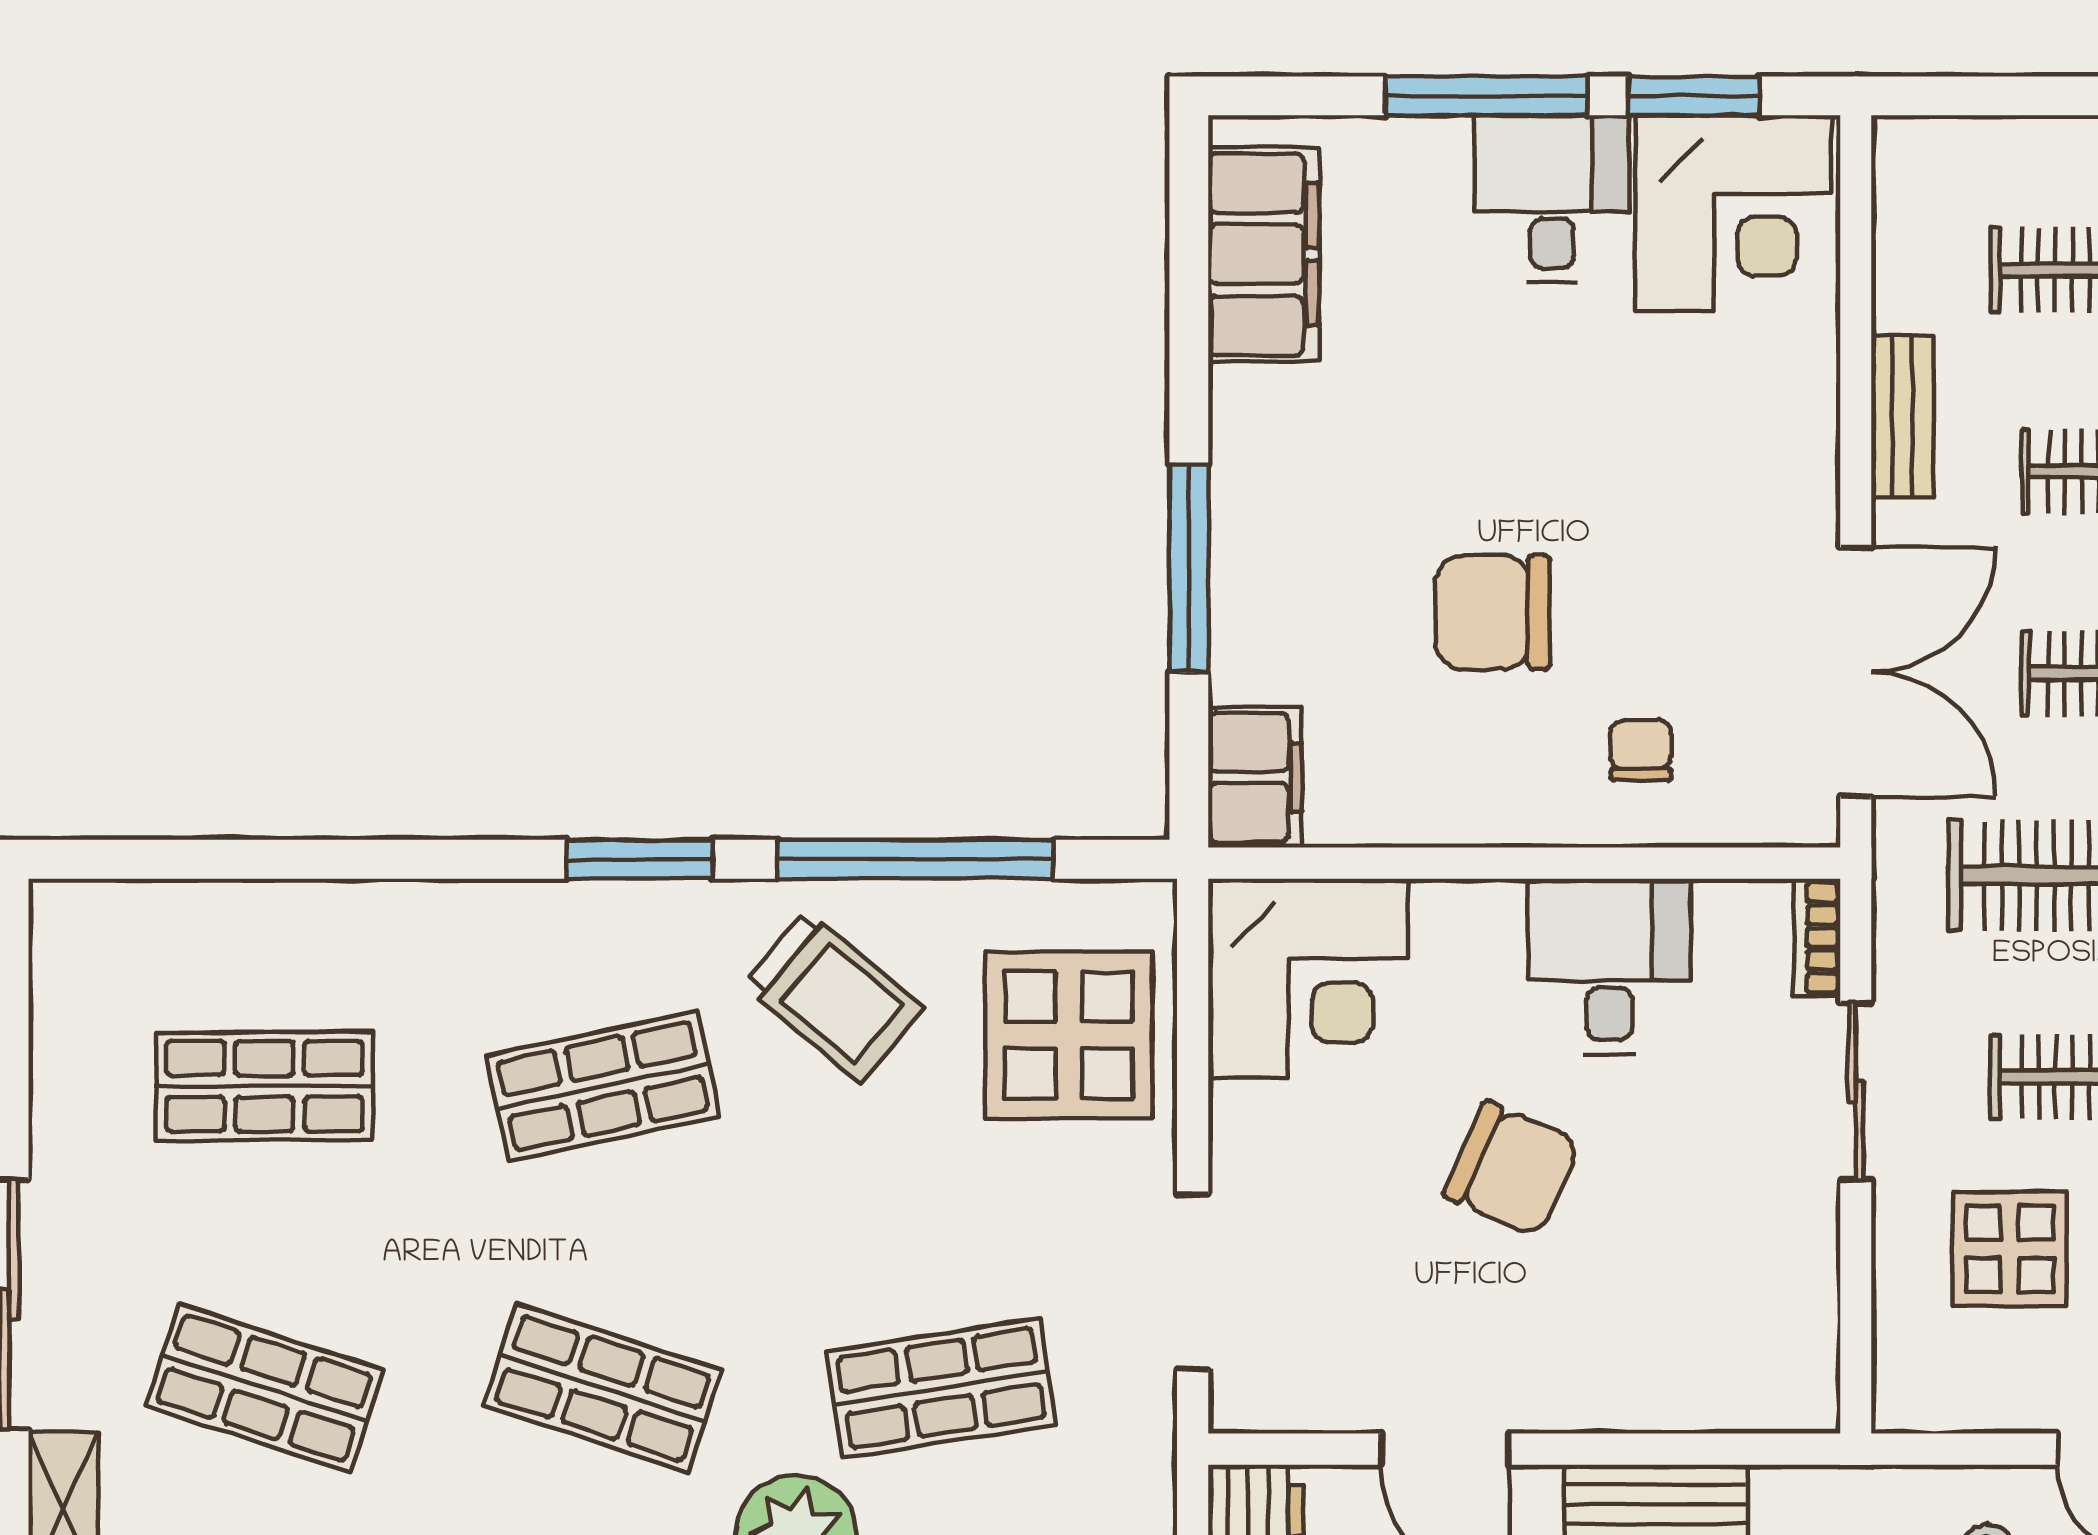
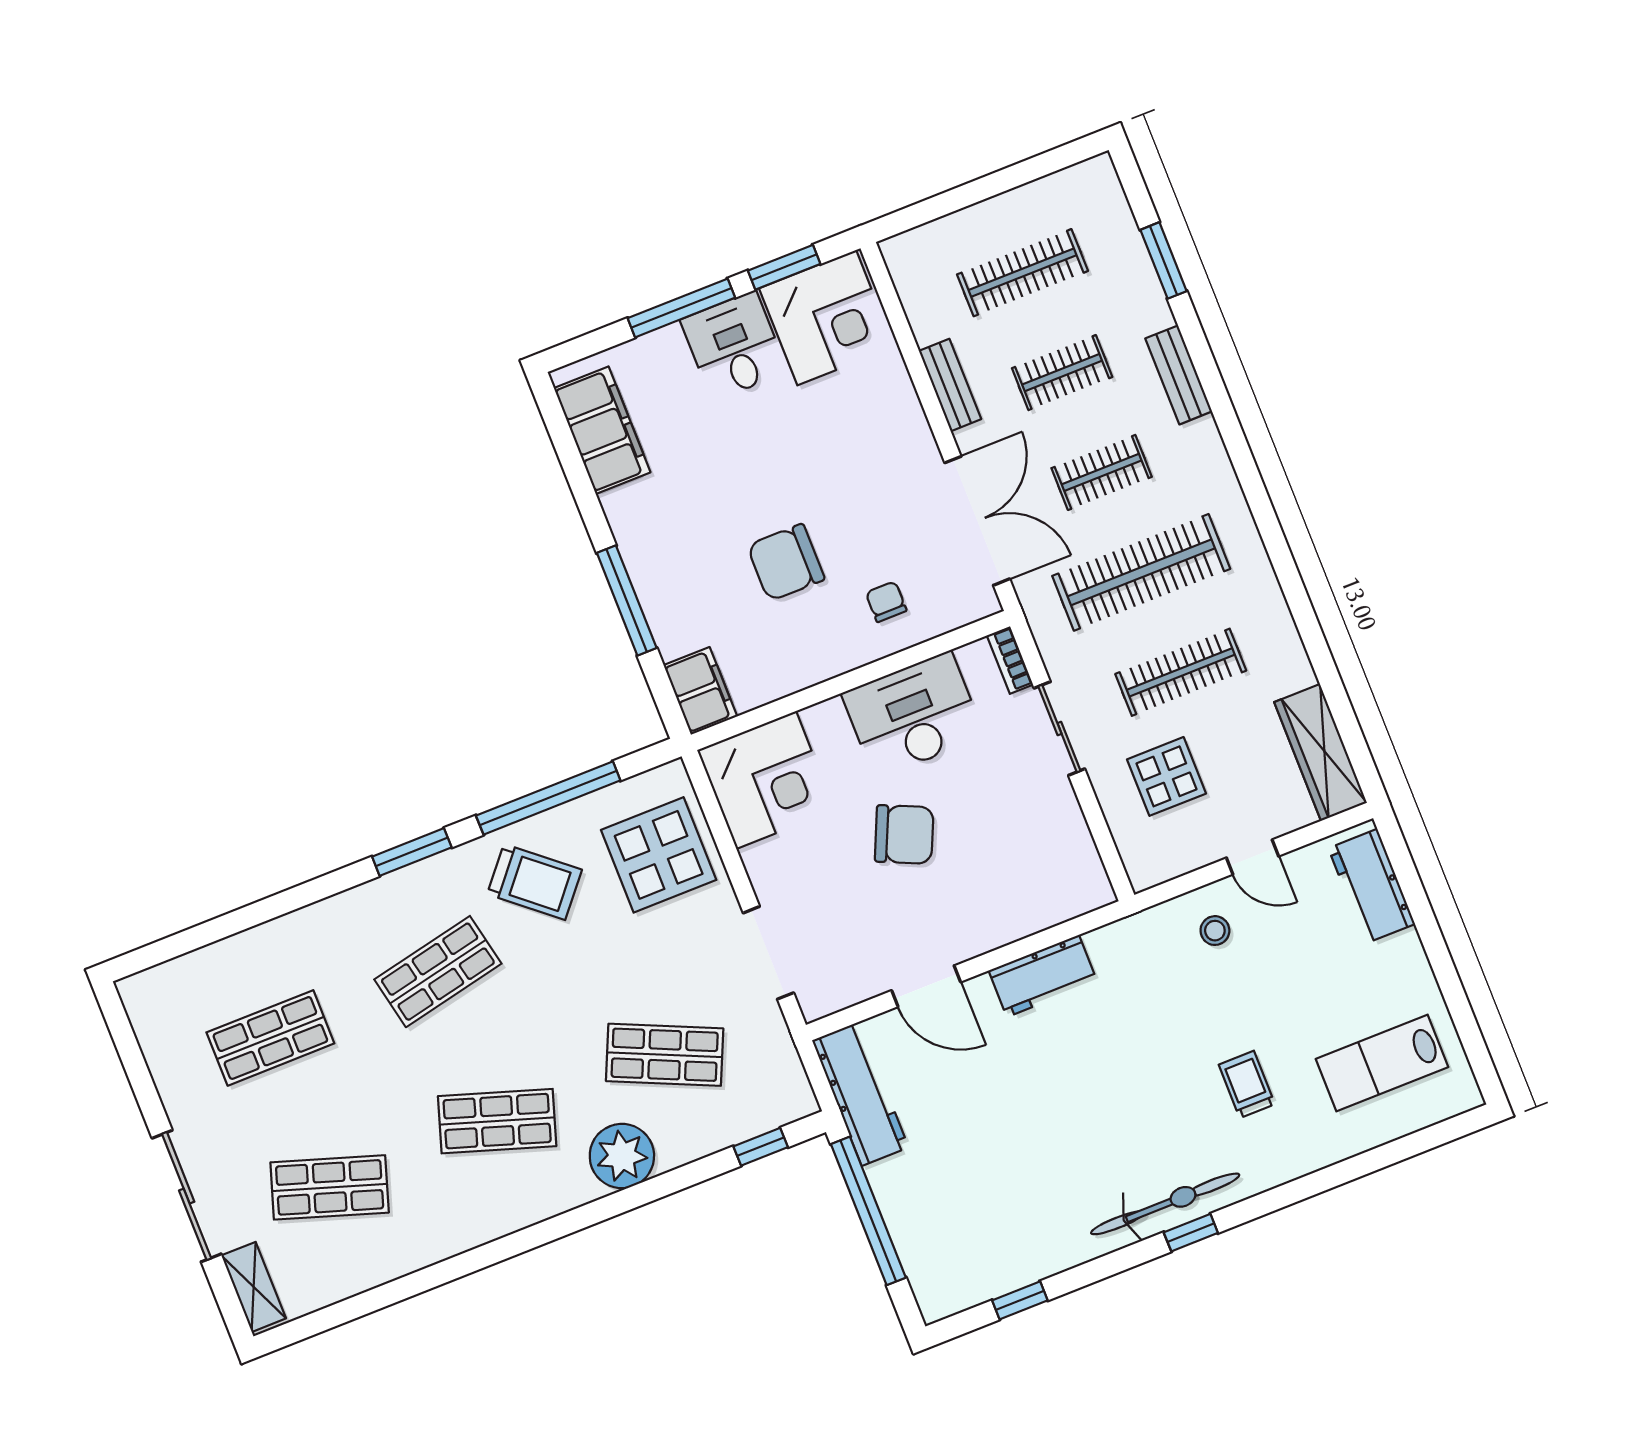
desk: (1609, 966) -> (913, 715), width x1.37
shop shelf: (941, 1388) -> (665, 1055), turned 33

